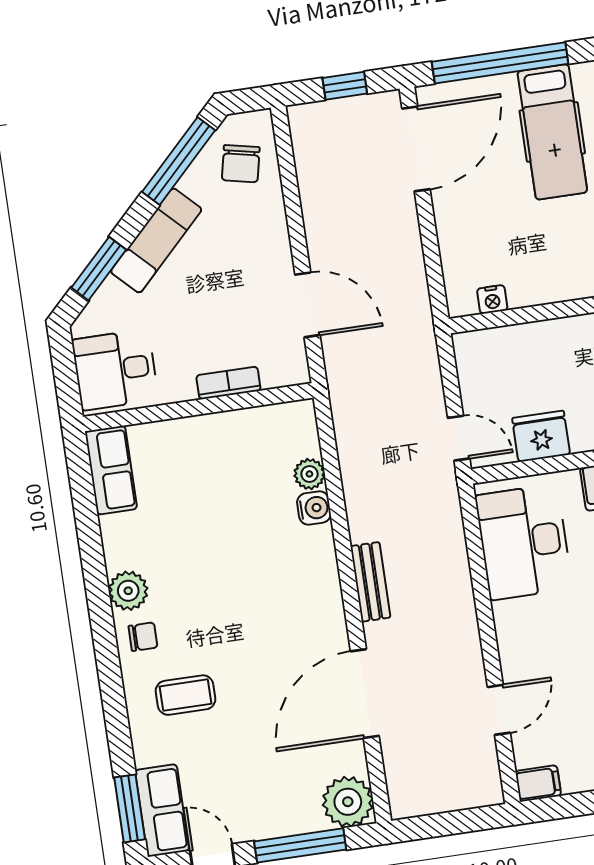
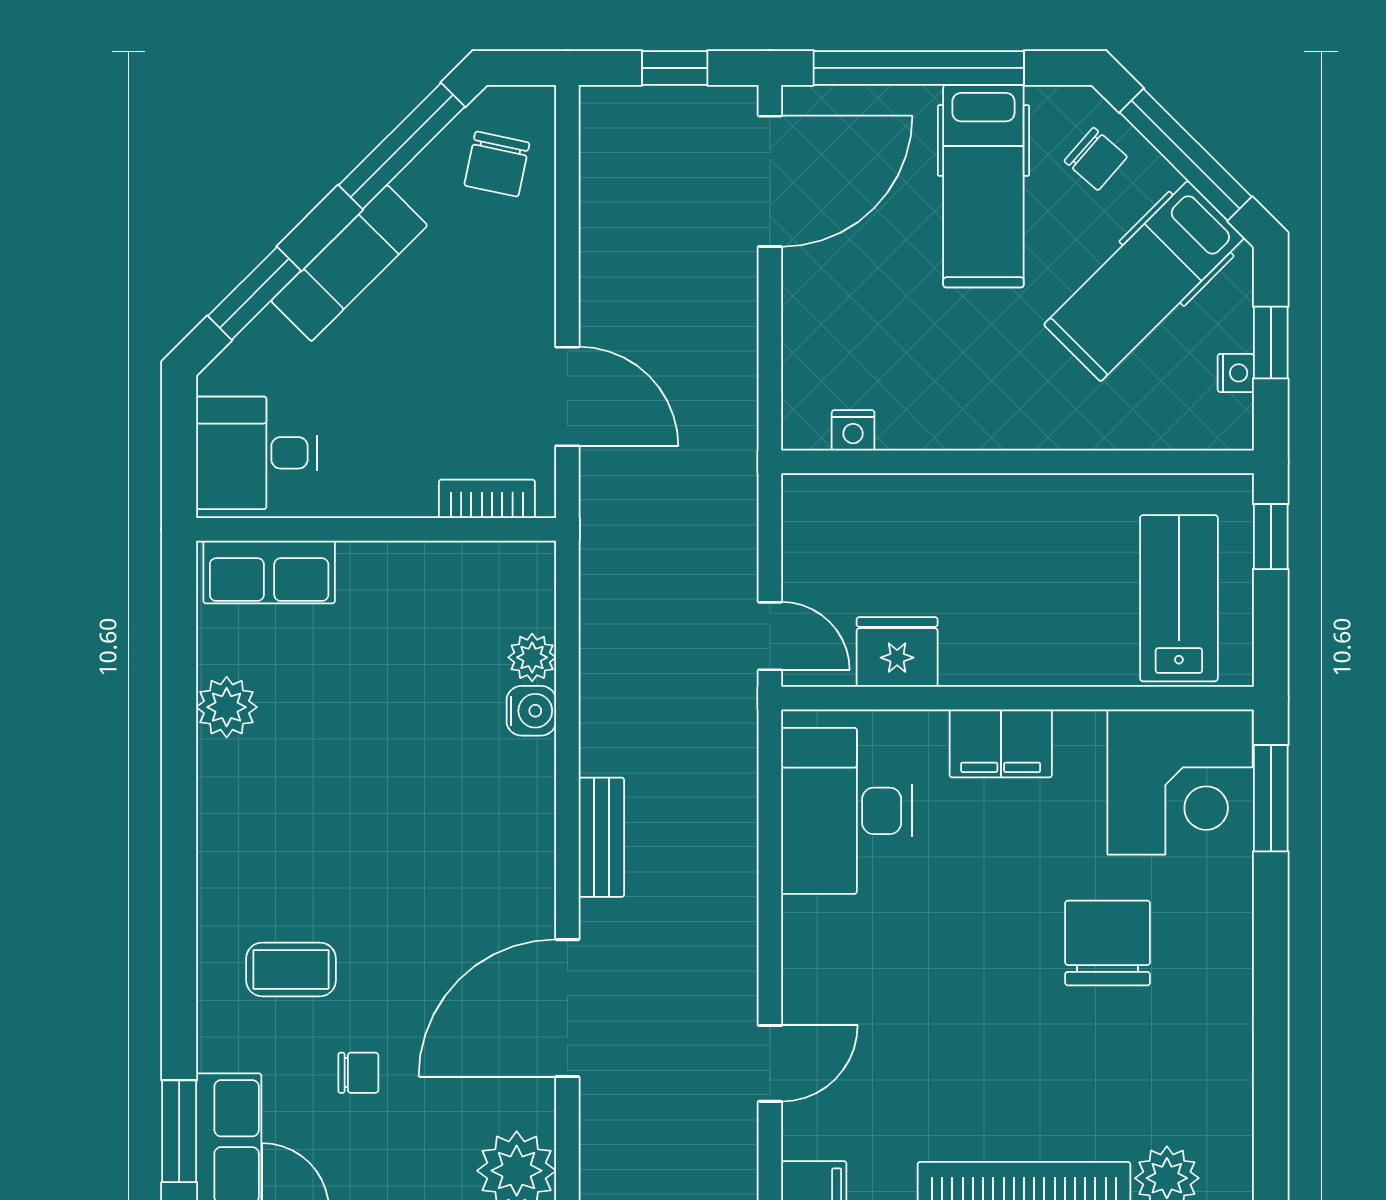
bookcase: (228, 383) -> (487, 499), moved
row of seats: (111, 470) -> (269, 572), moved, turned 90
plant: (128, 591) -> (227, 707), moved
chair: (143, 637) -> (358, 1073), moved

